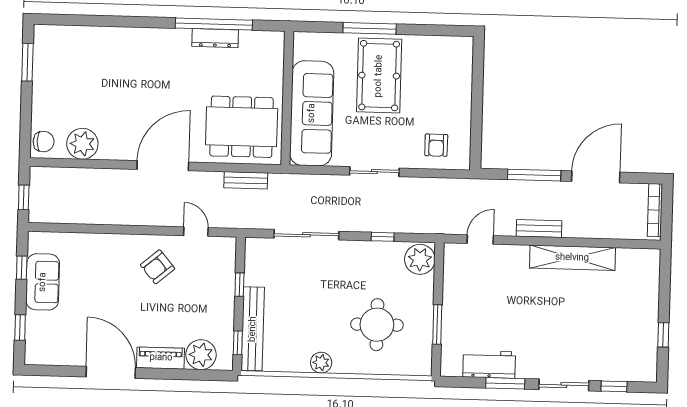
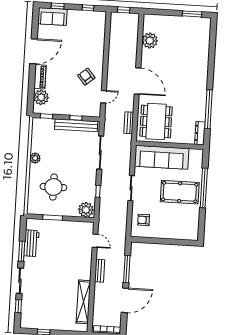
window: (370, 28) -> (204, 188), width x1.46
dresser: (215, 38) -> (200, 133), moved
chair: (44, 142) -> (152, 21), removed
door: (596, 177) -> (125, 300), hinge flipped
shelving: (572, 258) -> (83, 302), moved
sofa: (43, 282) -> (52, 16), moved
bench: (253, 329) -> (76, 125), moved

